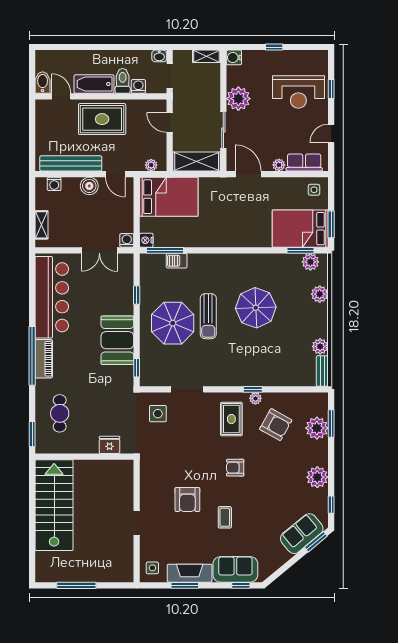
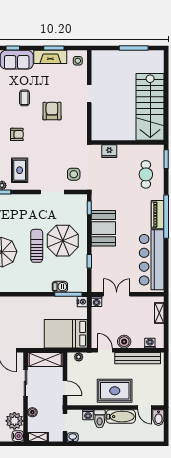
boiler: (214, 90) -> (32, 412), added
plant: (238, 99) -> (14, 421), moved

